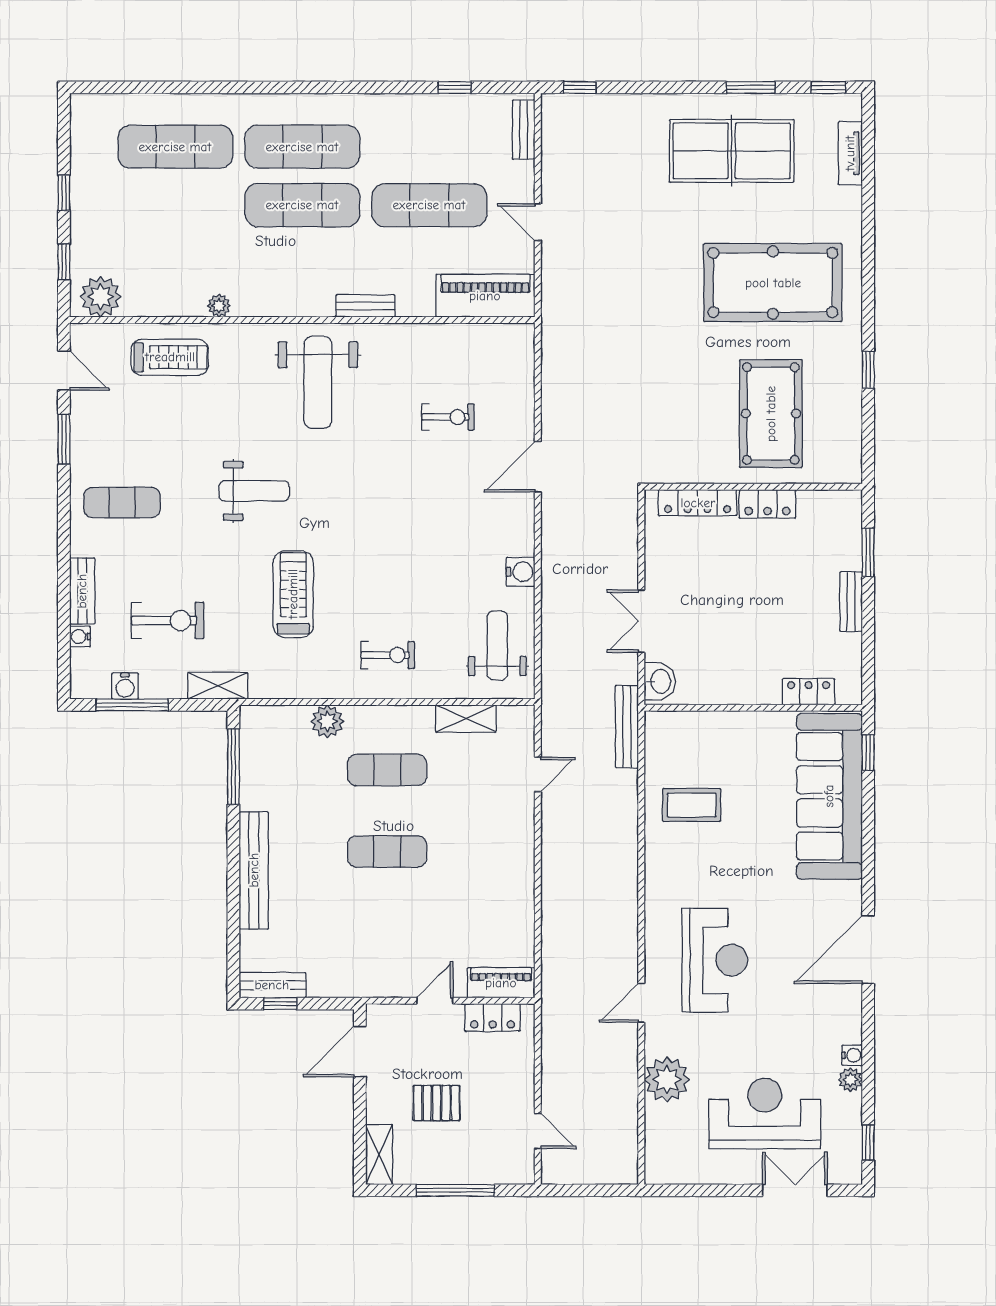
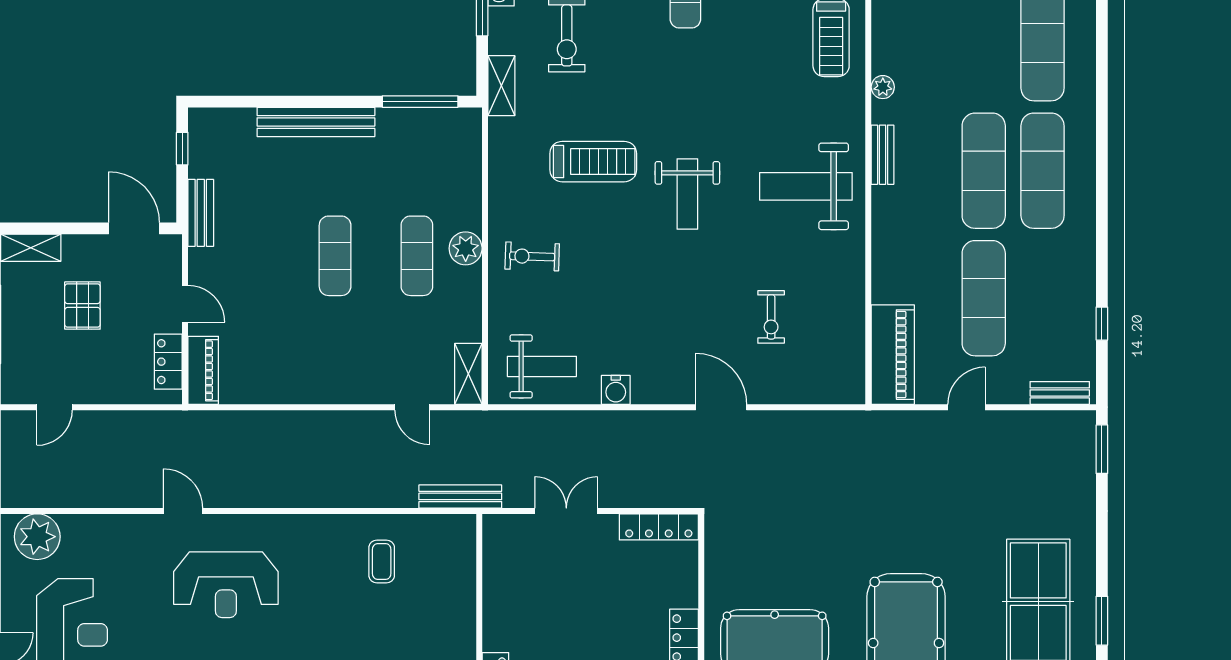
window: (580, 87) -> (1102, 449), width x1.50
bench: (365, 306) -> (883, 155), moved
weight bench: (254, 491) -> (687, 194), moved
locker: (698, 503) -> (659, 527), moved, turned -90
exercise bike: (388, 655) -> (532, 256), turned 92
washbasin: (660, 681) -> (506, 530), removed
shelving: (466, 719) -> (468, 374), moved
plant: (327, 721) -> (466, 248), moved
coffee table: (692, 805) -> (382, 561), width x0.73, depth x0.77
bench: (272, 985) -> (201, 213), moved
plant: (667, 1079) -> (37, 537), moved

